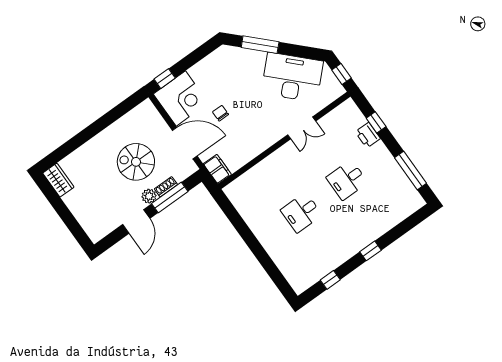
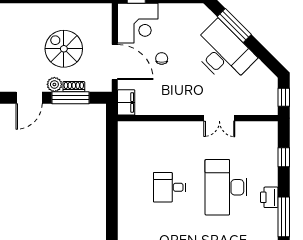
desk: (292, 77) -> (223, 53), moved
printer: (368, 135) -> (269, 197), moved
desk: (347, 180) -> (226, 187), width x1.87, depth x1.30

